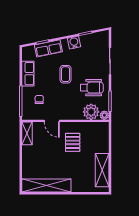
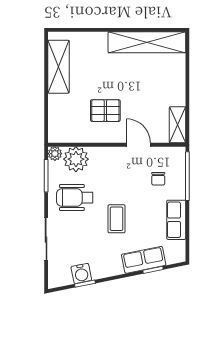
water cooler: (74, 42) -> (81, 273), moved
pallet: (73, 142) -> (105, 111), turned 90

